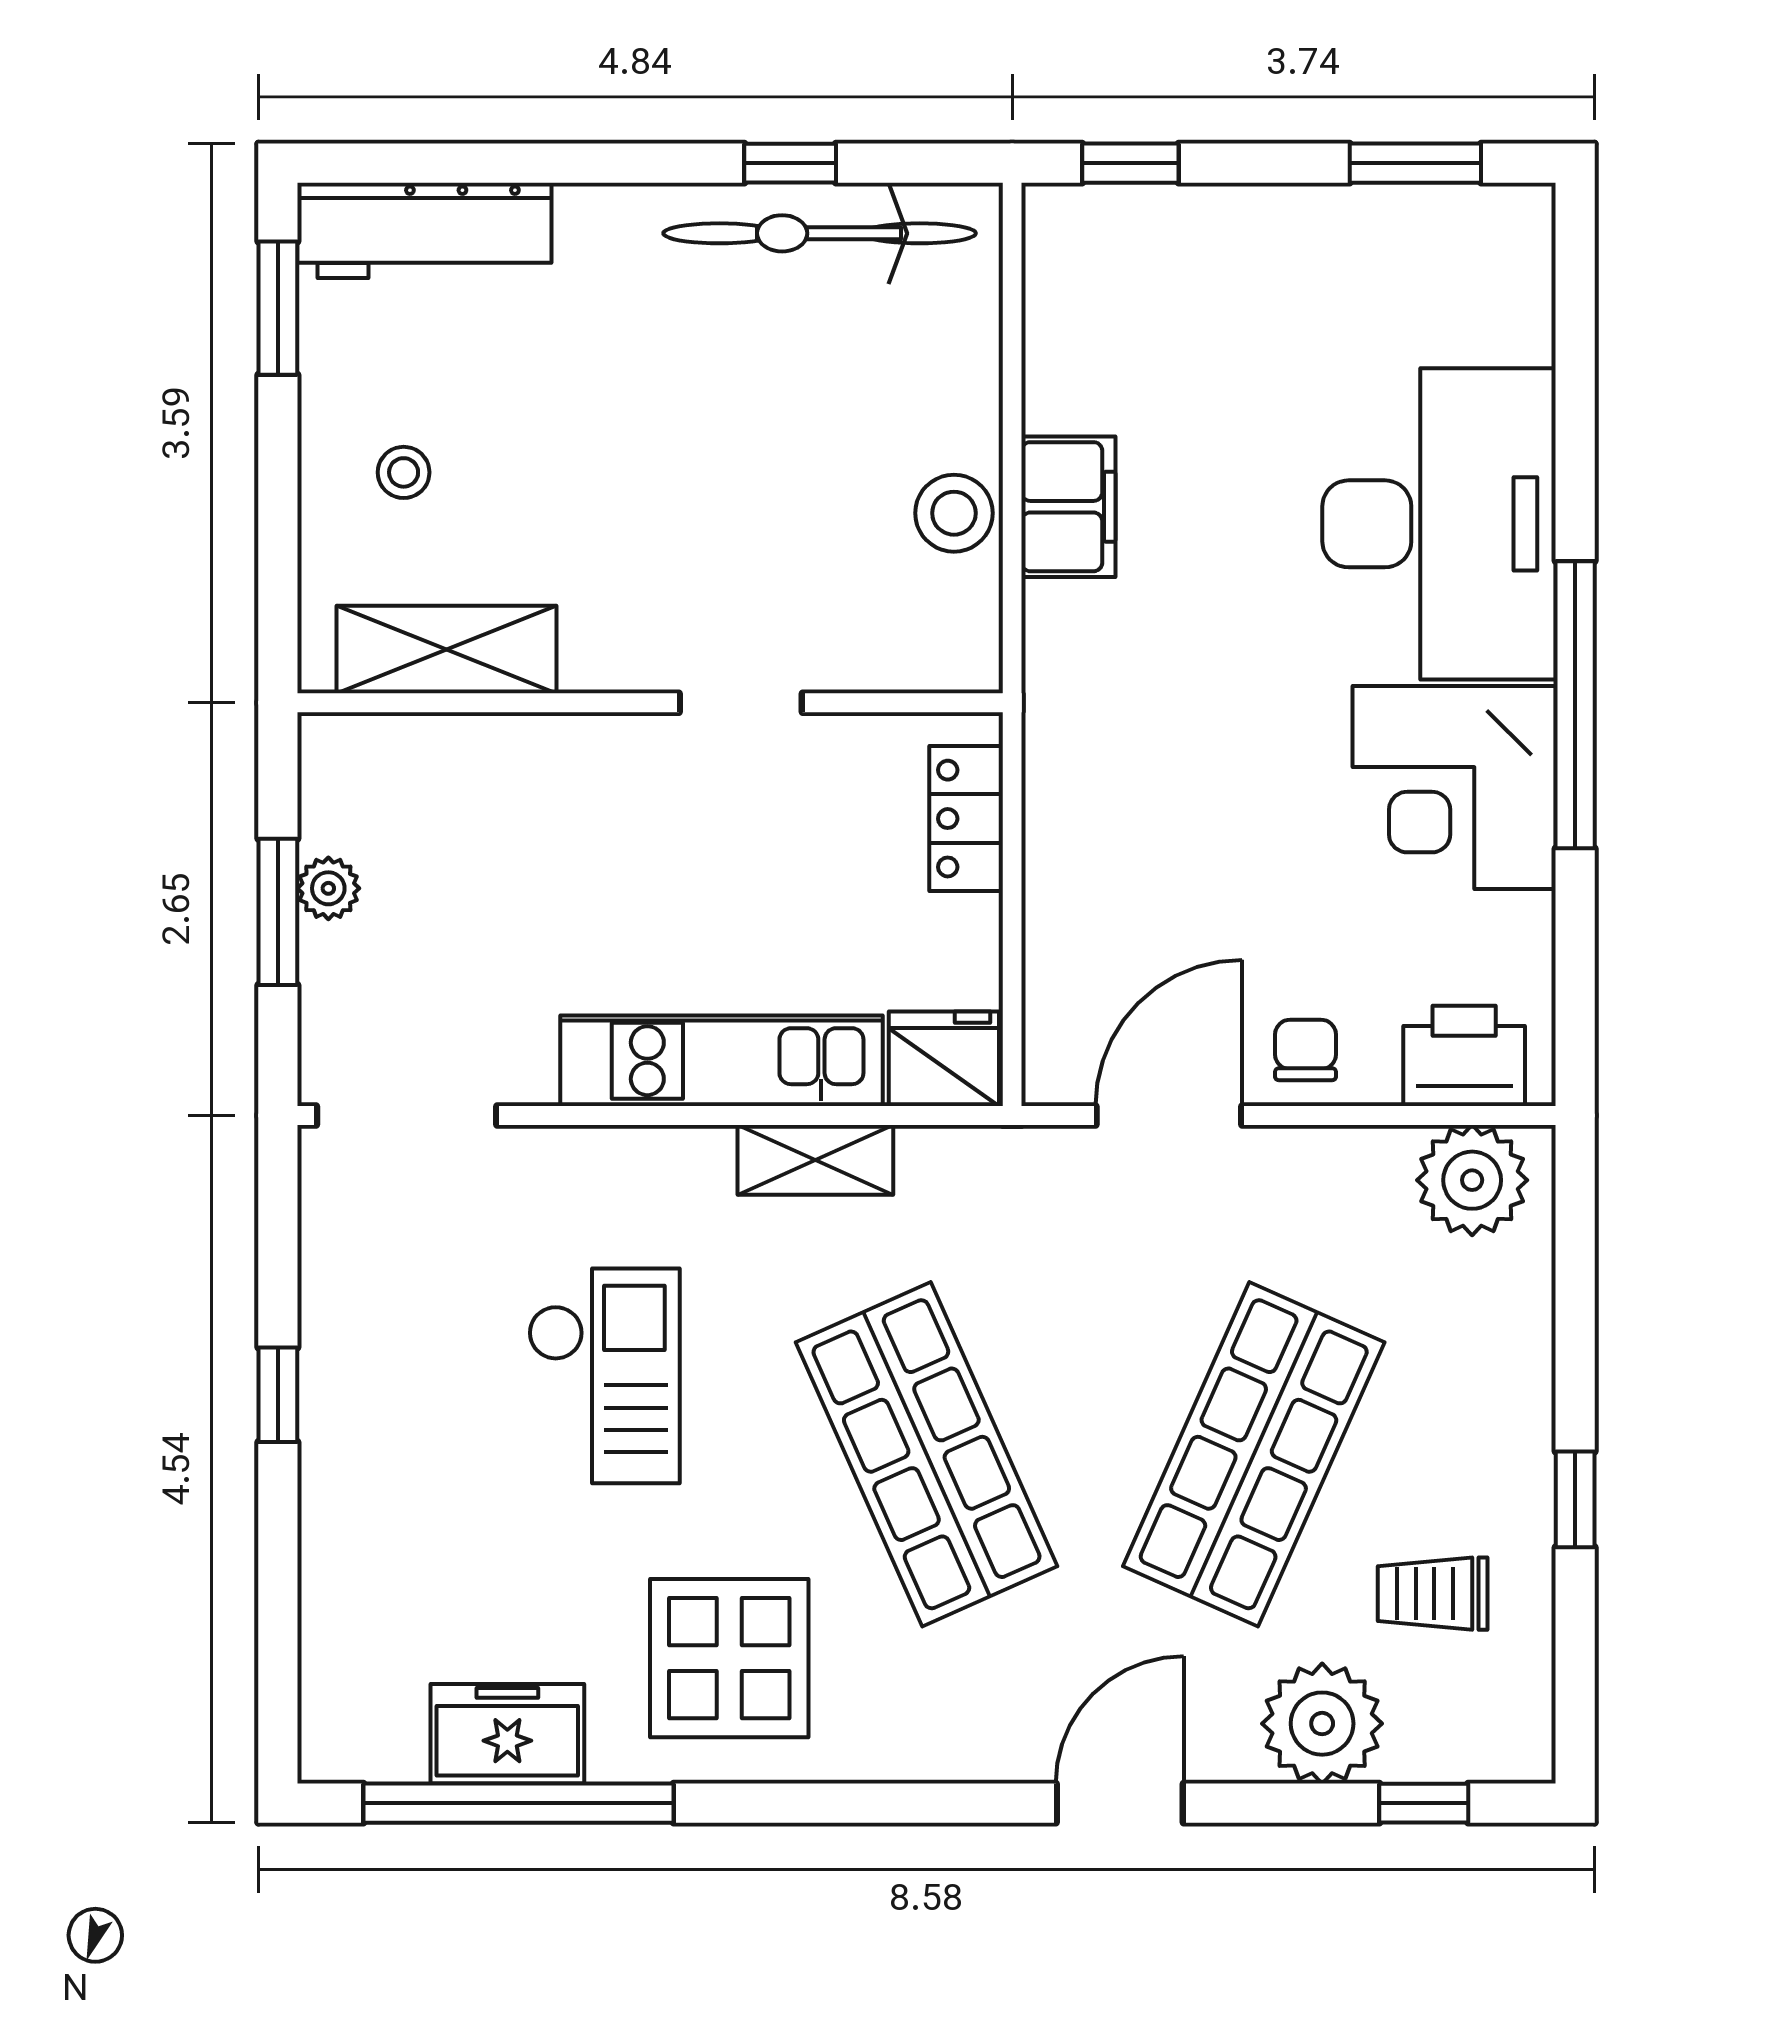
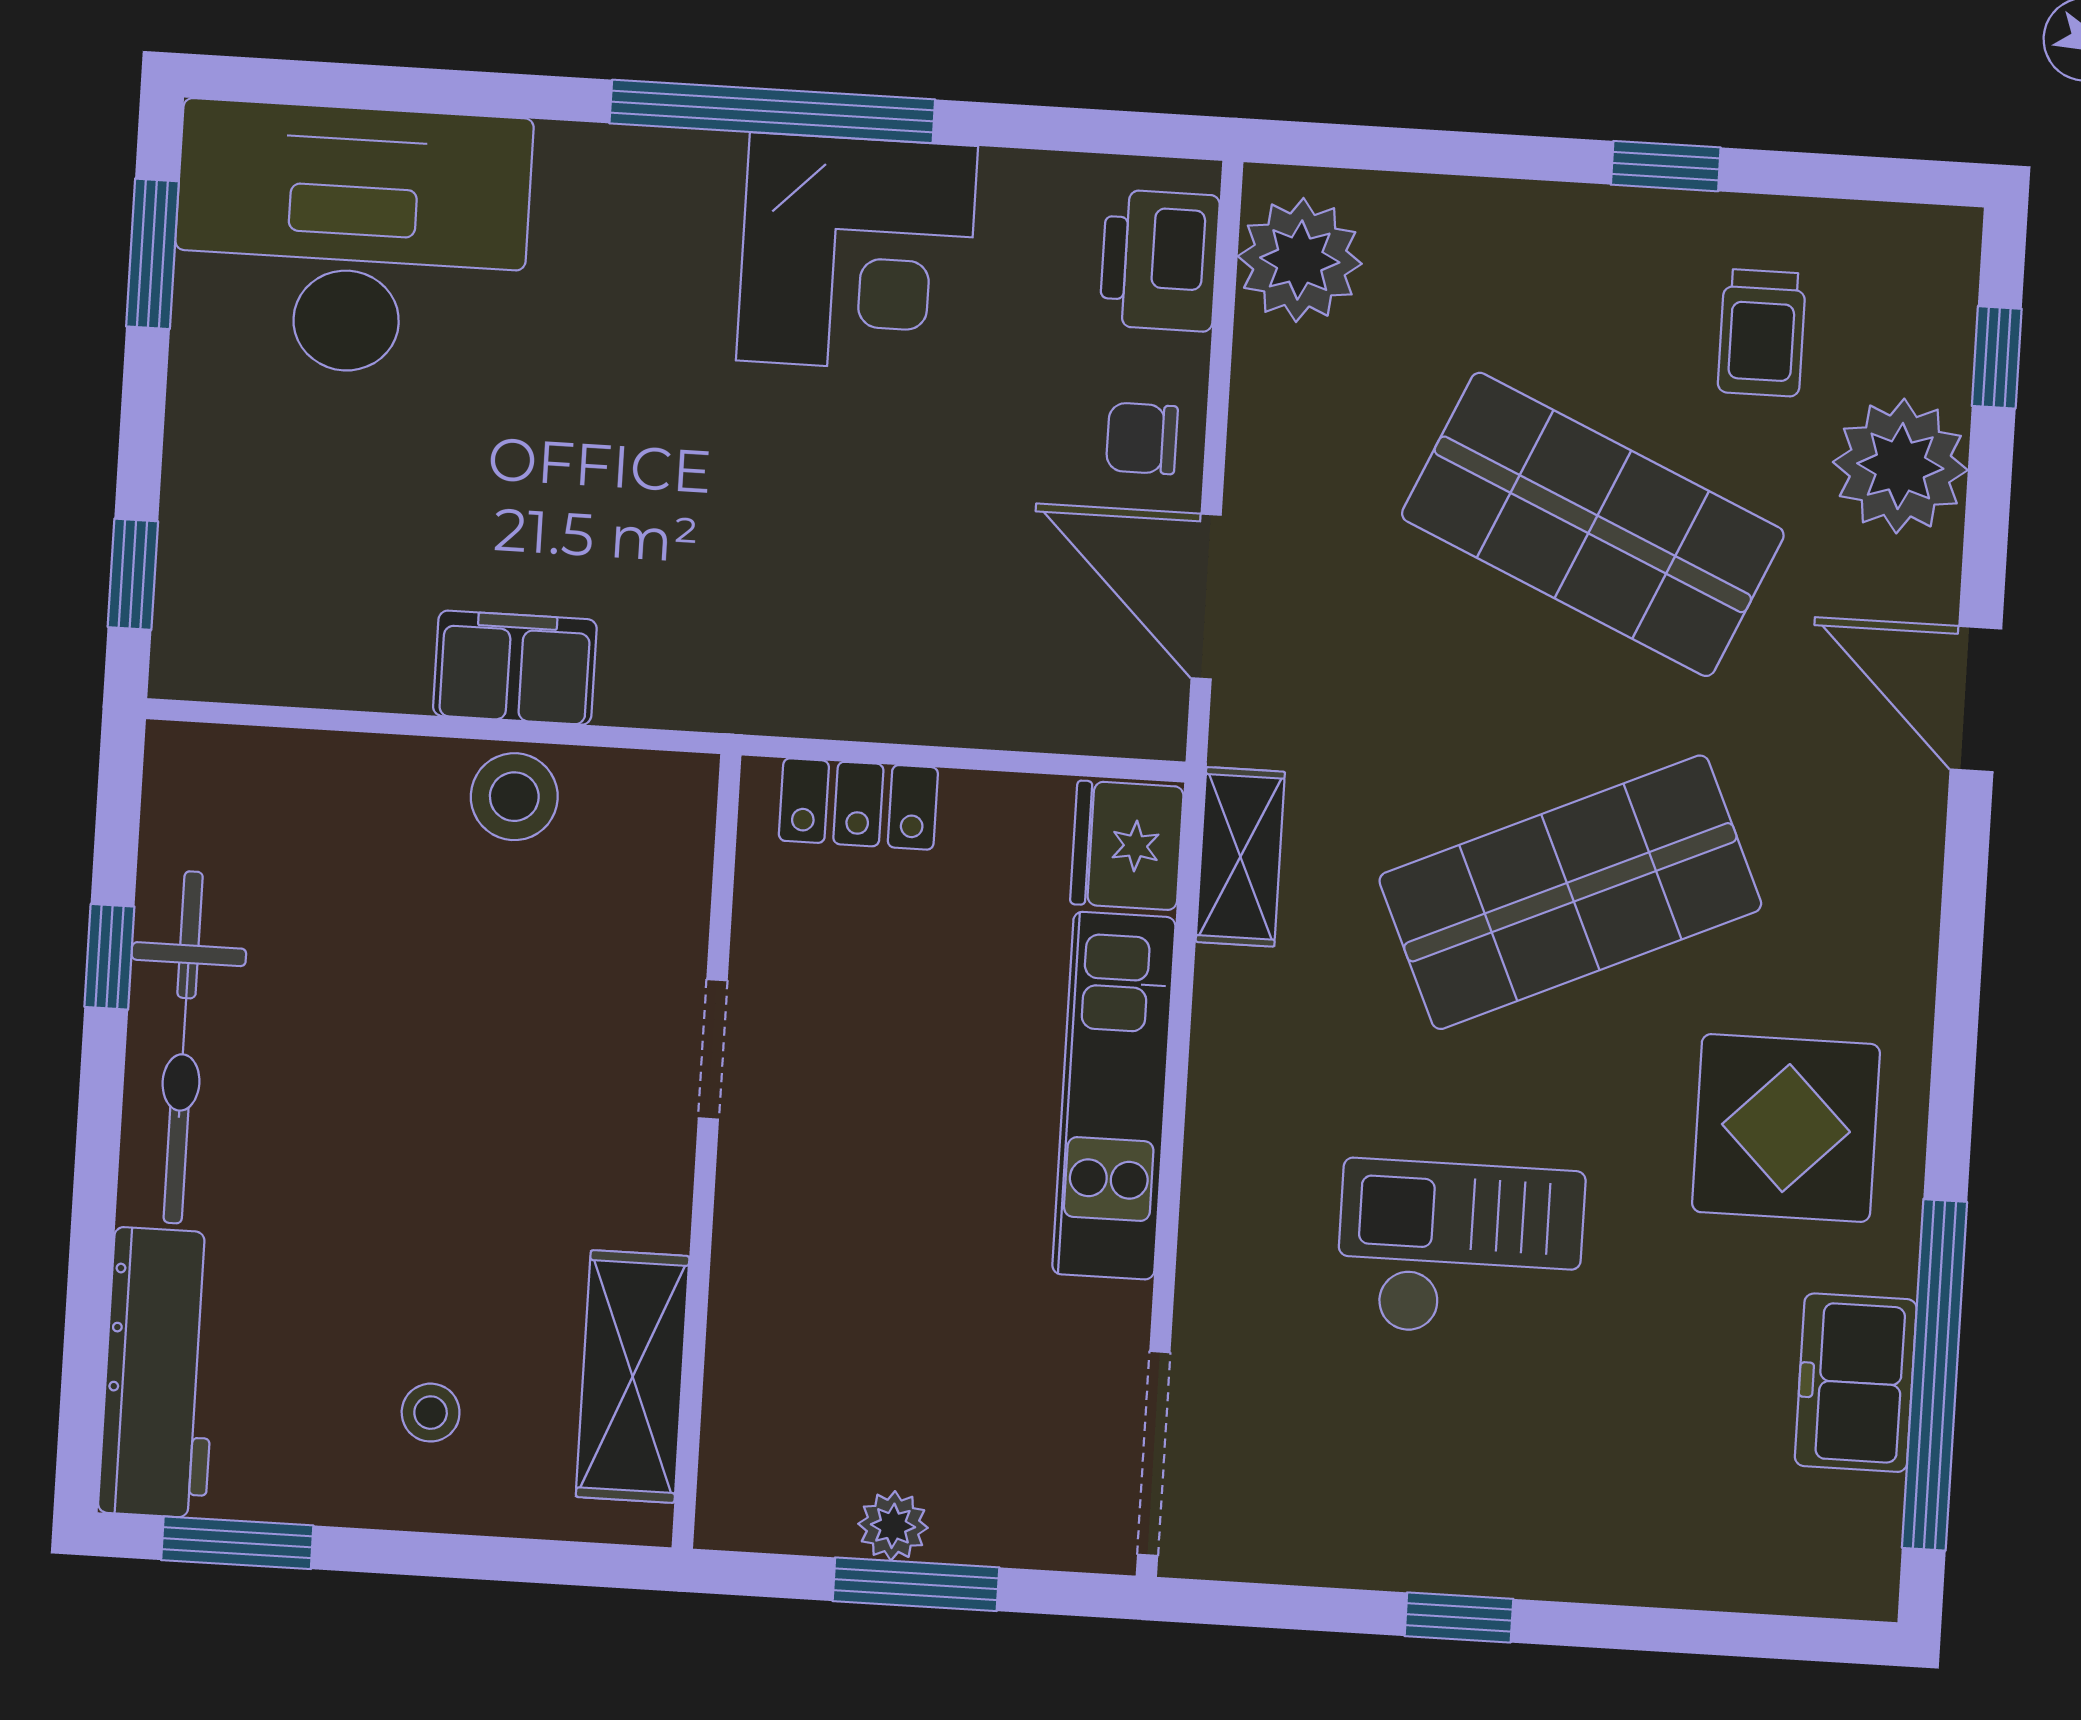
bicycle: (820, 233) -> (183, 1047), moved
desk: (1439, 524) -> (351, 239), moved
shelving: (815, 1160) -> (1240, 857), moved

